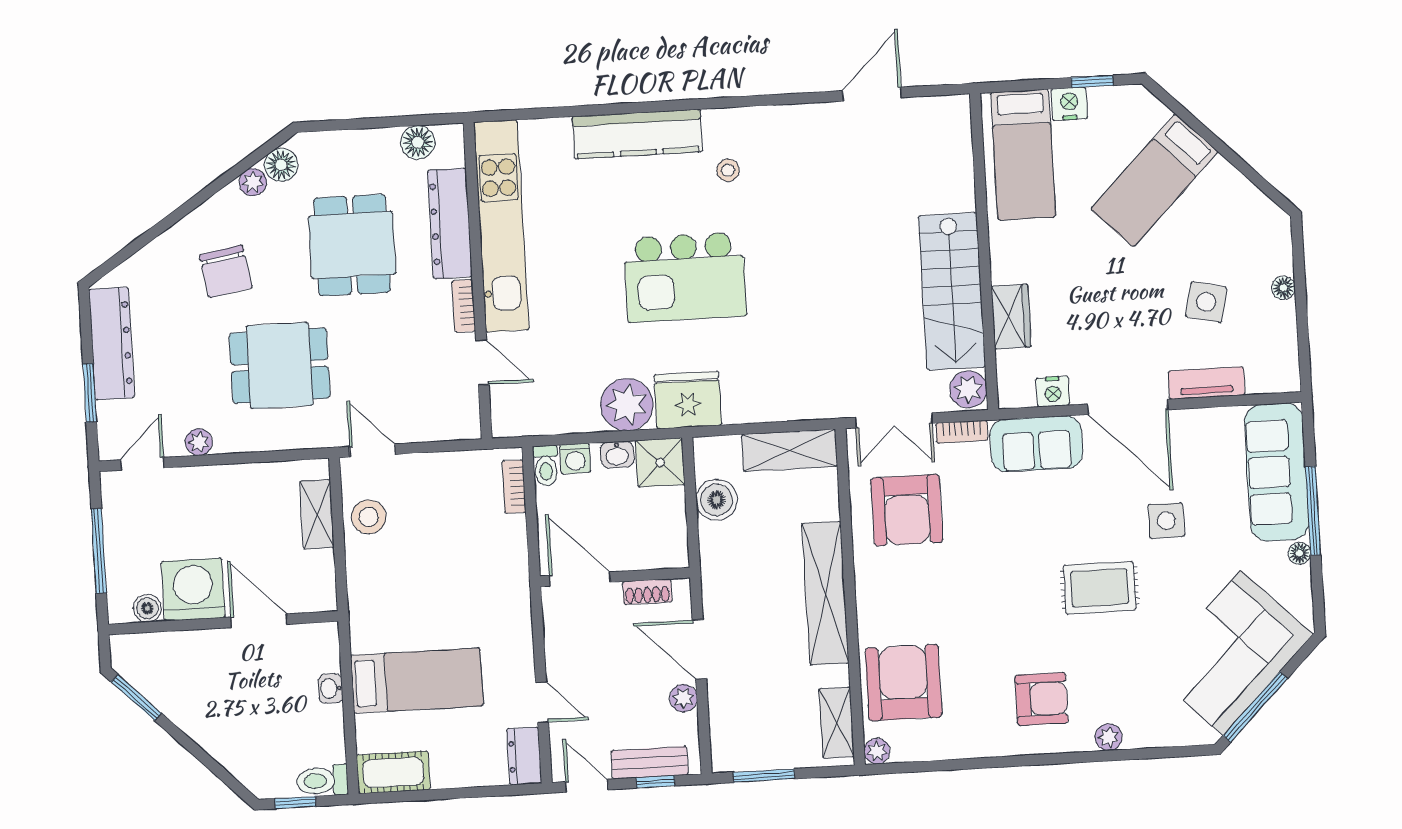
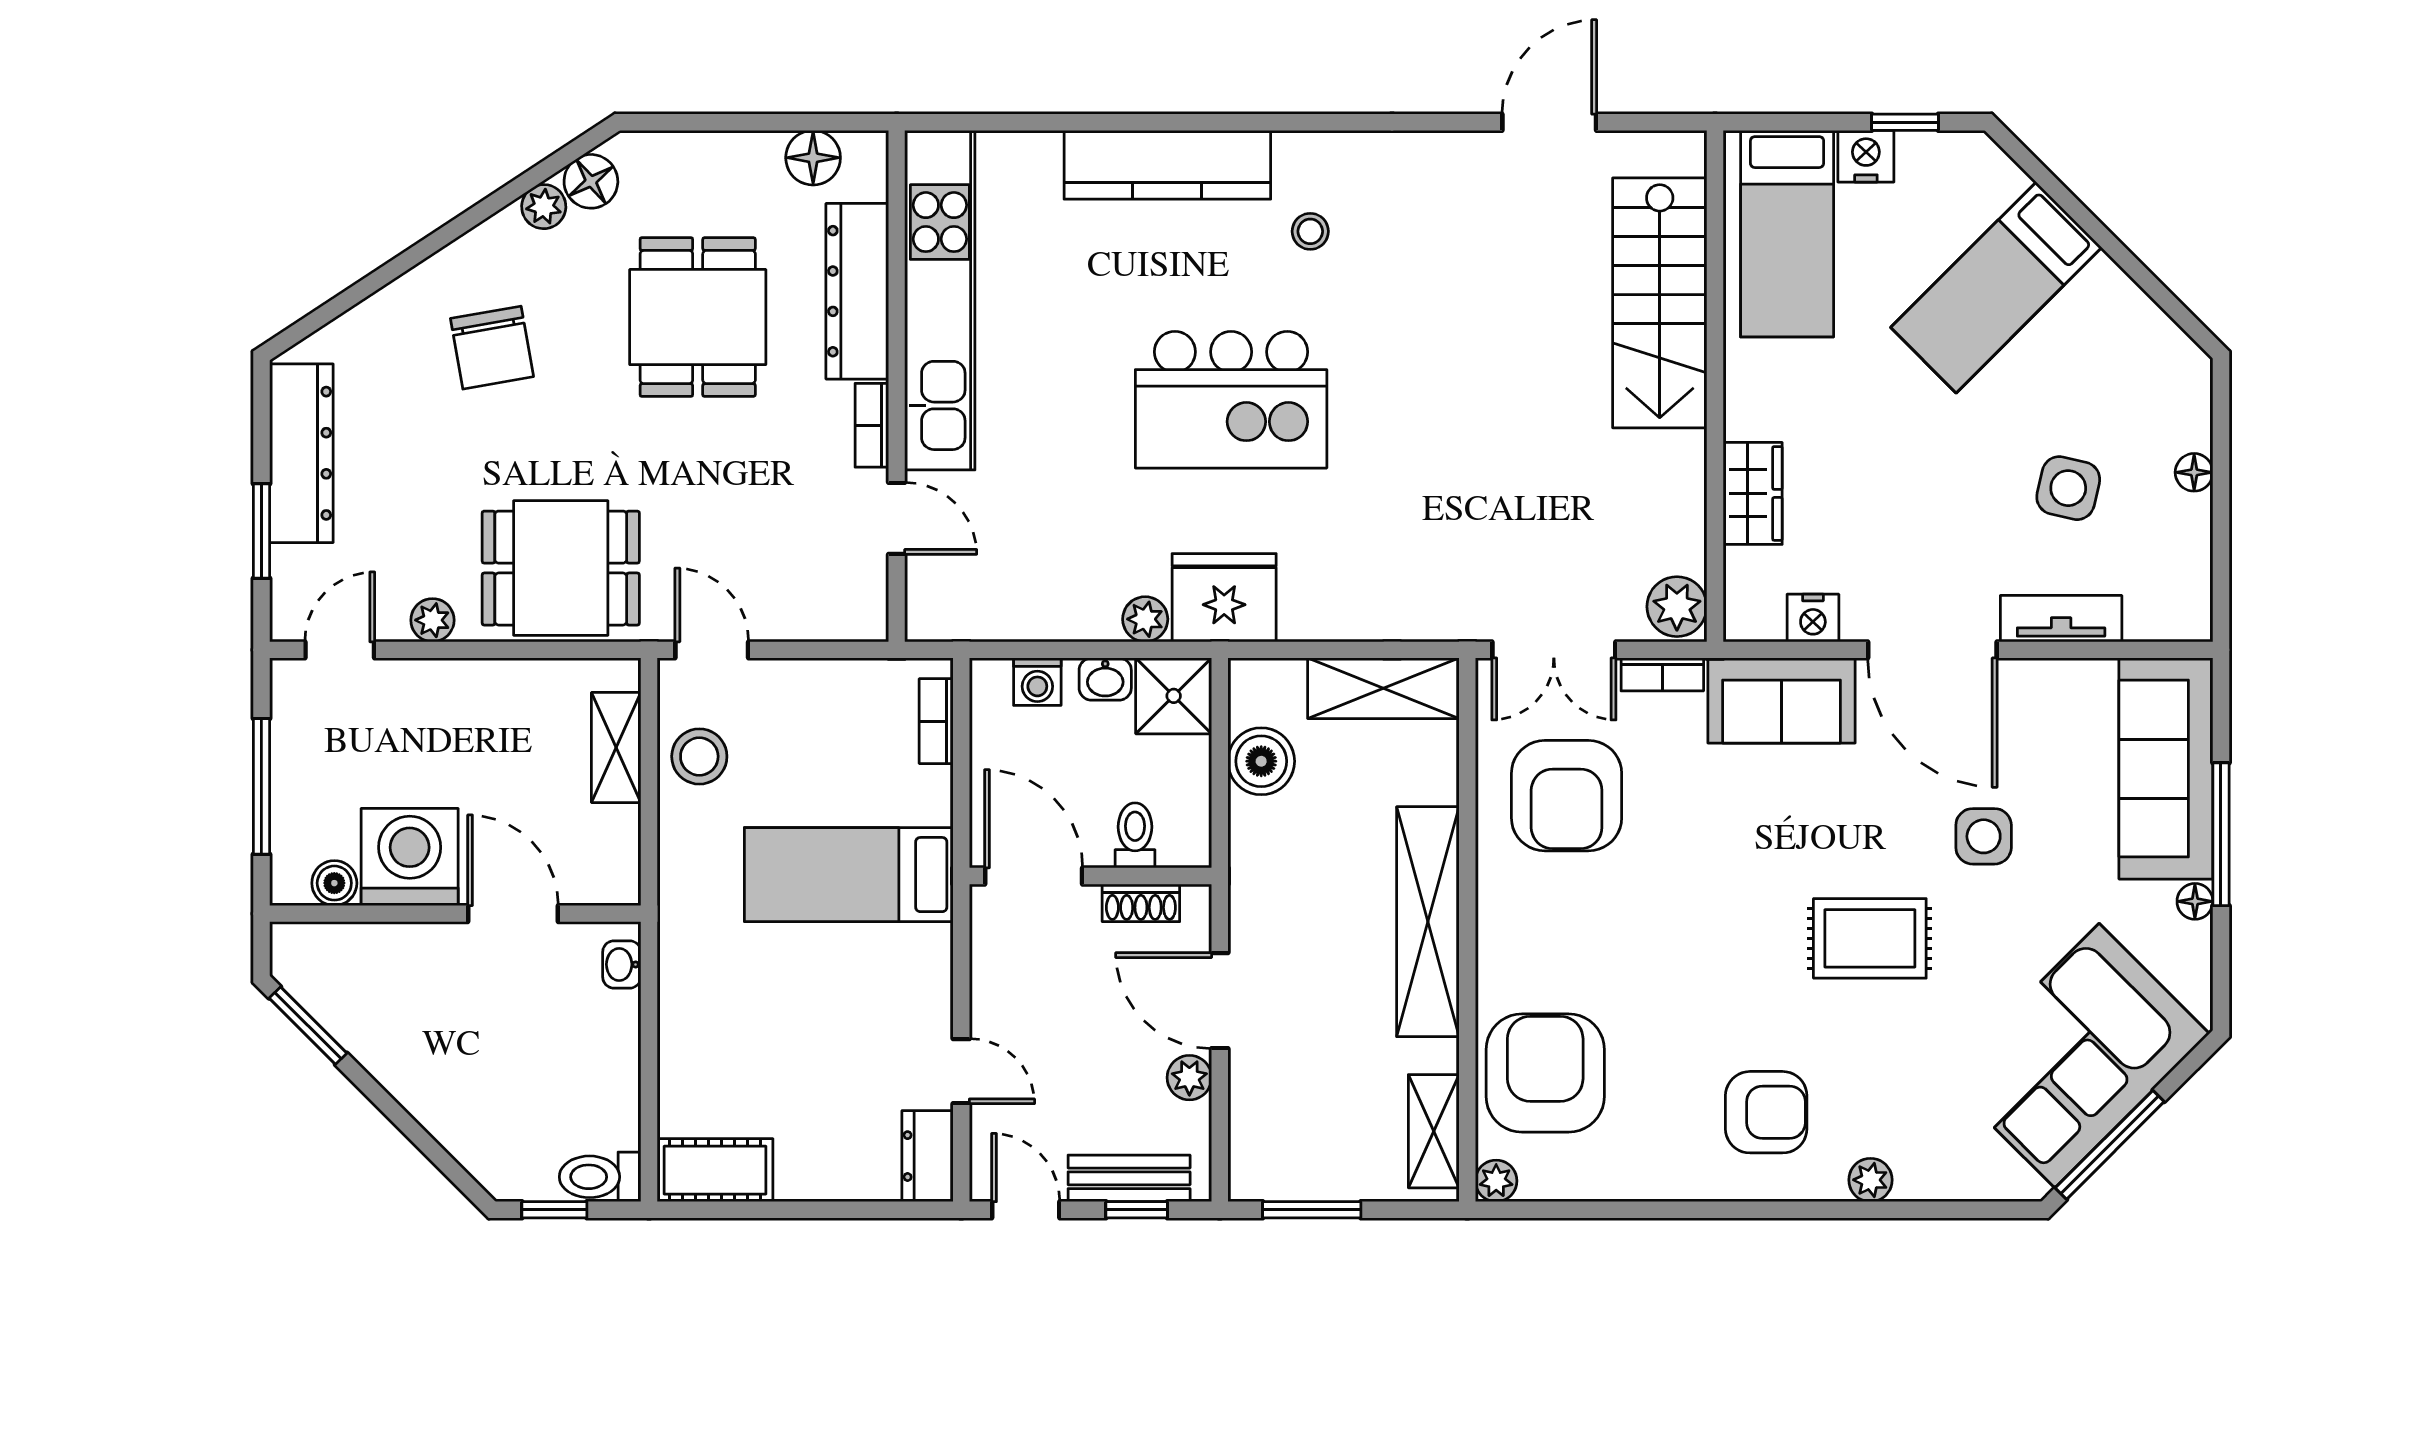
stairs: (952, 291) -> (1660, 303), moved
dining table: (280, 366) -> (561, 568), moved
plant: (627, 405) -> (1145, 619), width x0.53, depth x0.53
toilet: (546, 466) -> (1135, 835), moved, turned 180
bed: (417, 680) -> (849, 875), moved, turned 180
washbasin: (330, 689) -> (622, 964), moved

